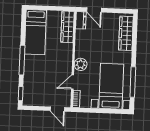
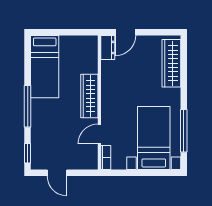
door: (94, 10) -> (125, 32), hinge flipped
wardrobe: (67, 27) -> (89, 96), moved
plant: (81, 64) -> (110, 109), removed
door: (57, 109) -> (57, 173), moved

